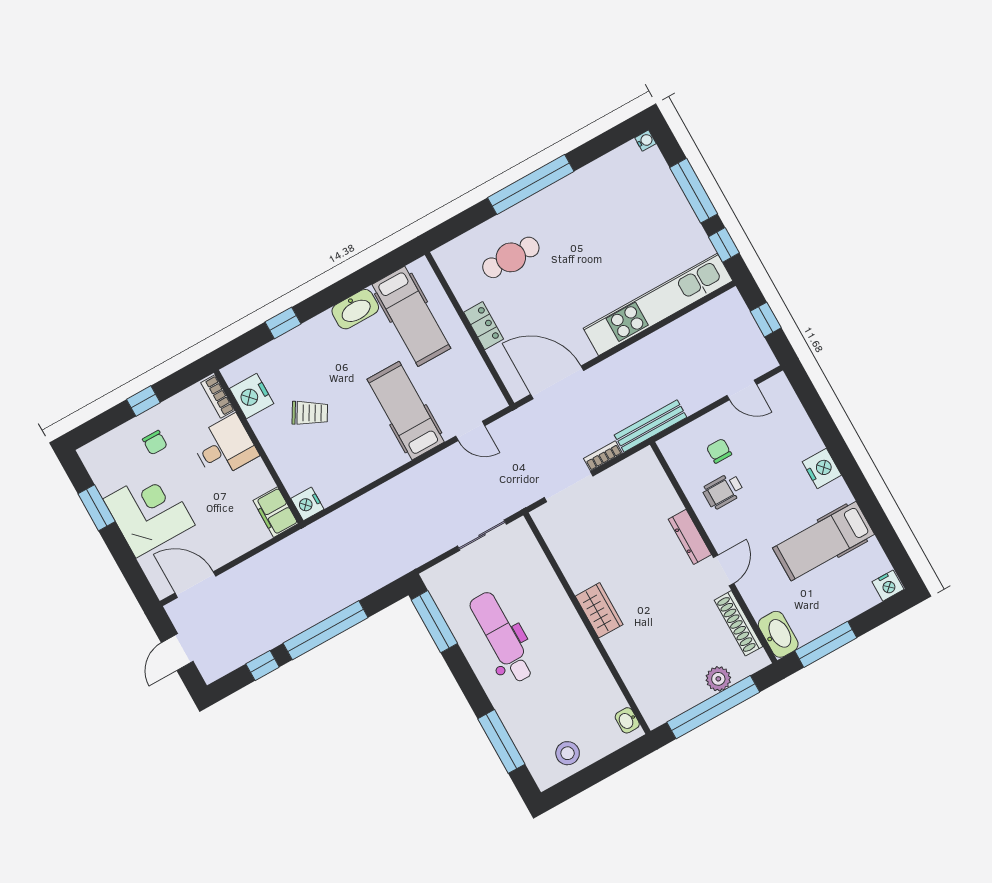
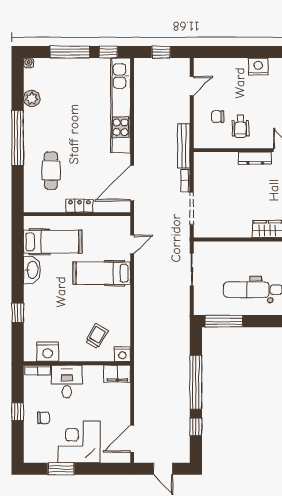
plant: (598, 173) -> (32, 98), added
trolley: (310, 413) -> (97, 336), moved

